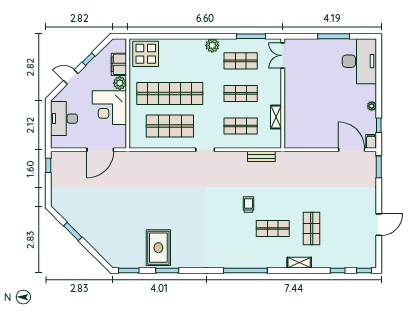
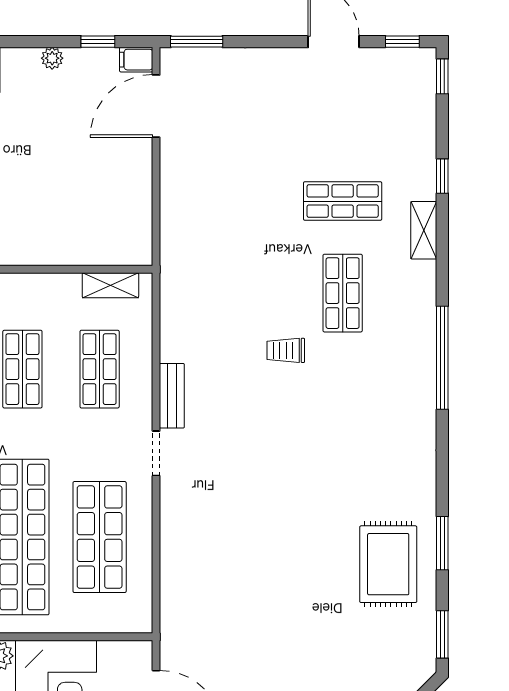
shelving: (276, 117) -> (110, 285), moved
bench: (261, 156) -> (172, 396), moved
rug: (158, 248) -> (388, 564), turned 90
window: (379, 254) -> (402, 42), added
window: (338, 271) -> (442, 176), moved

